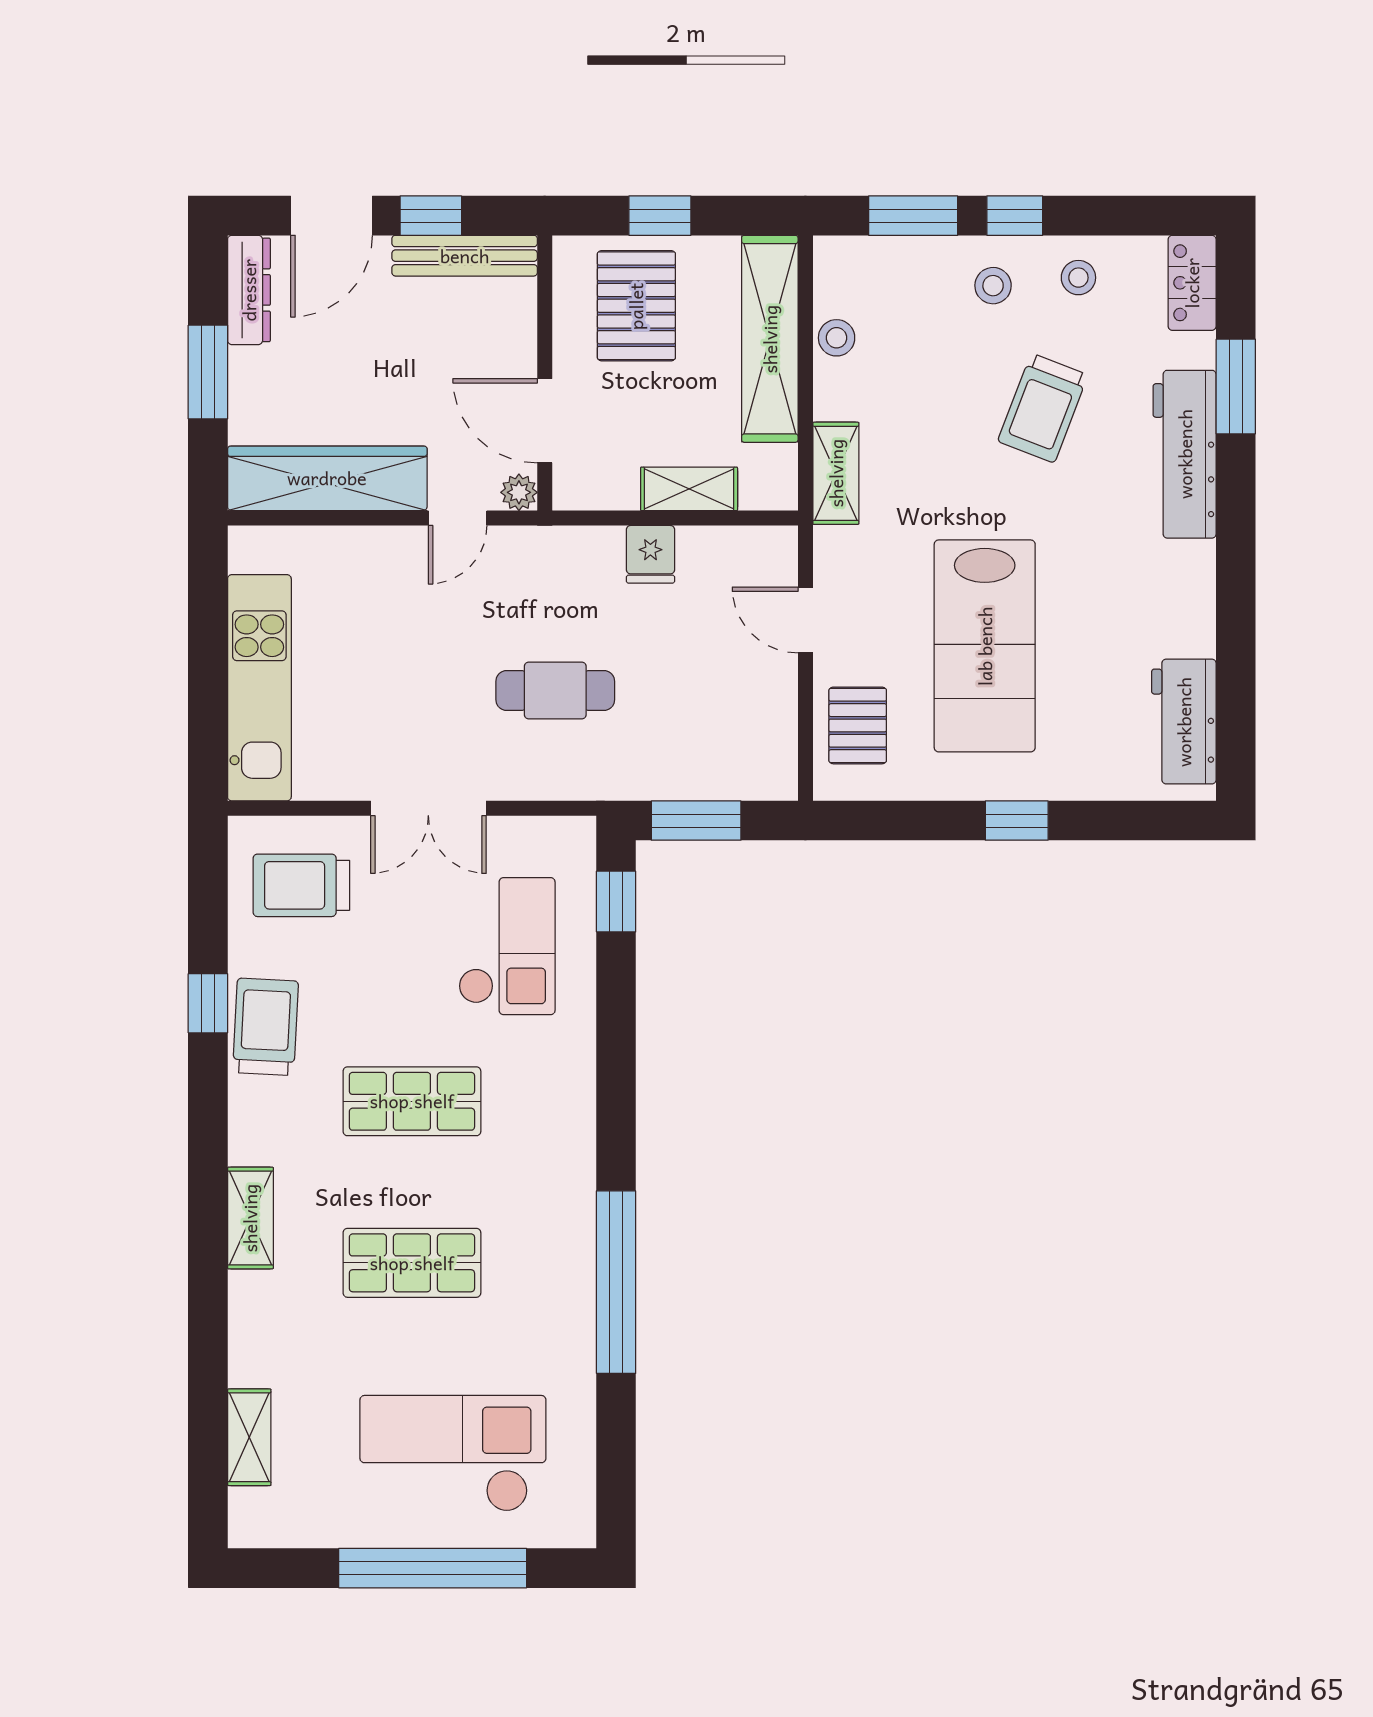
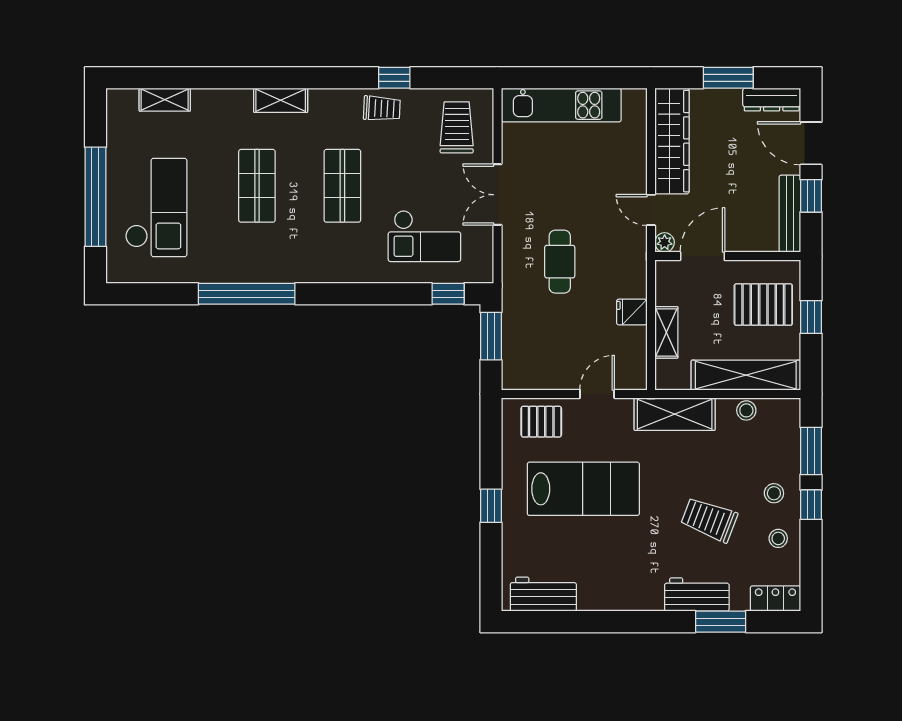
workbench: (1185, 454) -> (697, 595), width x0.73
shelving: (836, 473) -> (675, 414), width x1.50, depth x1.33
lab bench: (985, 646) -> (583, 489), turned 180
trolley: (266, 1027) -> (382, 108), width x0.73, depth x0.72

